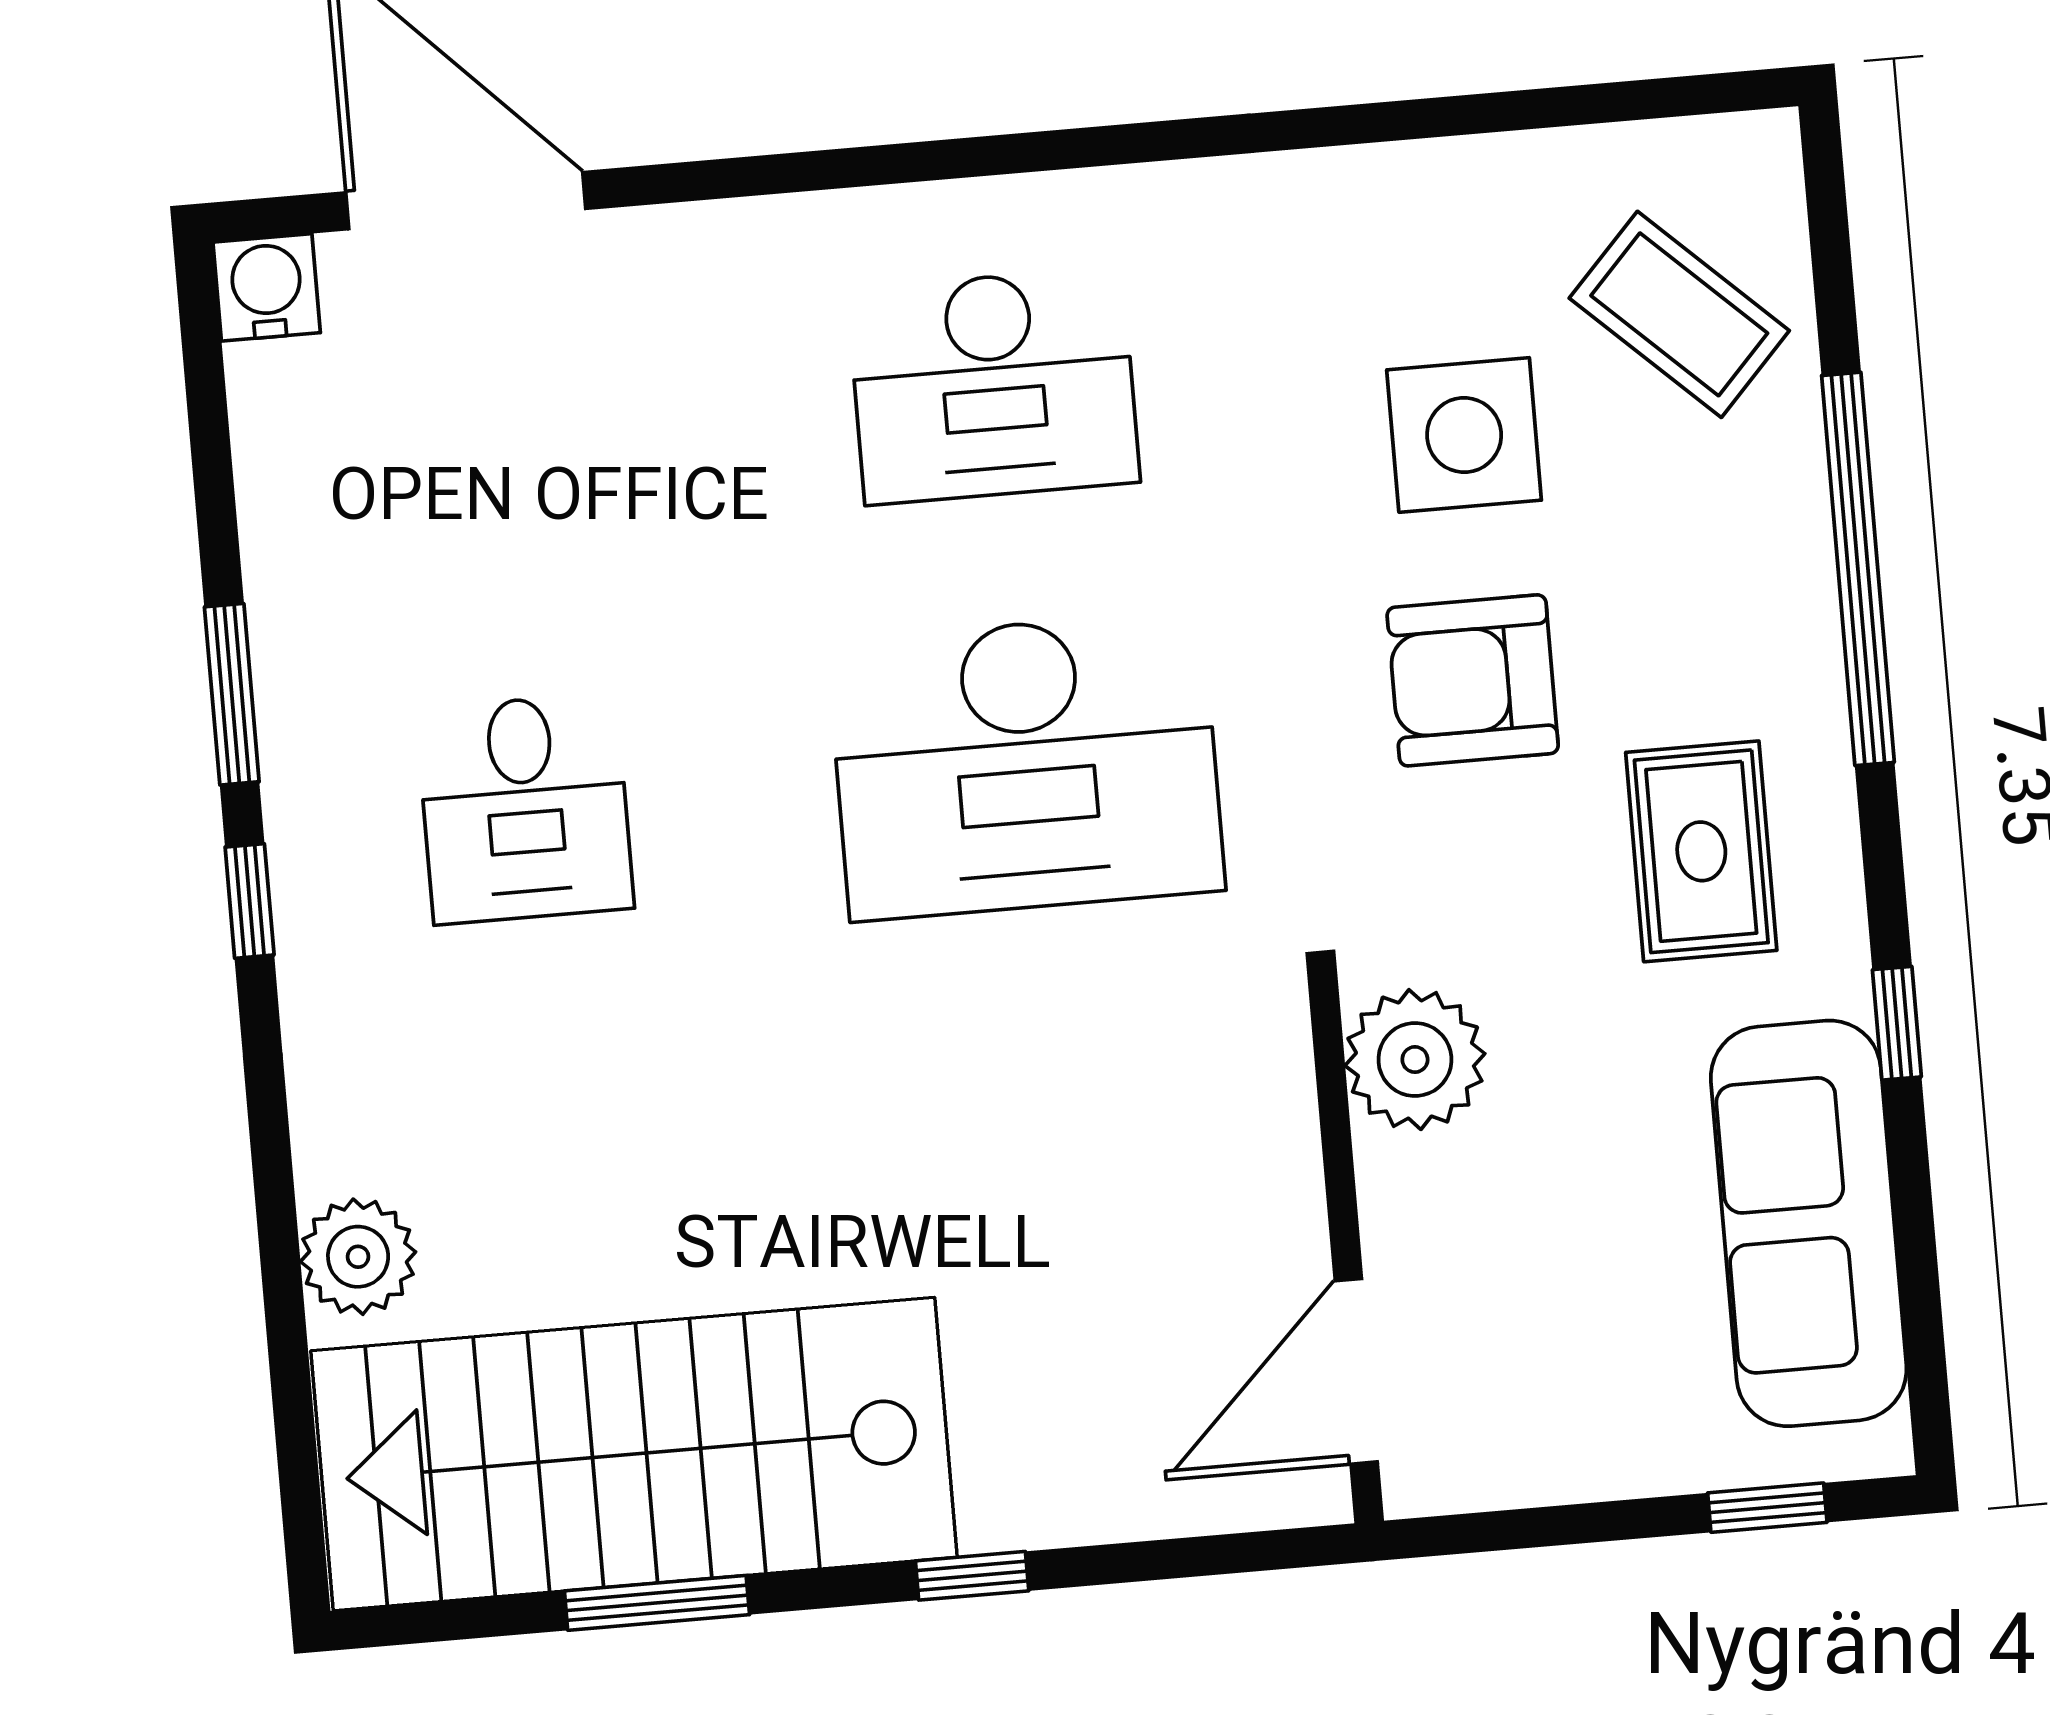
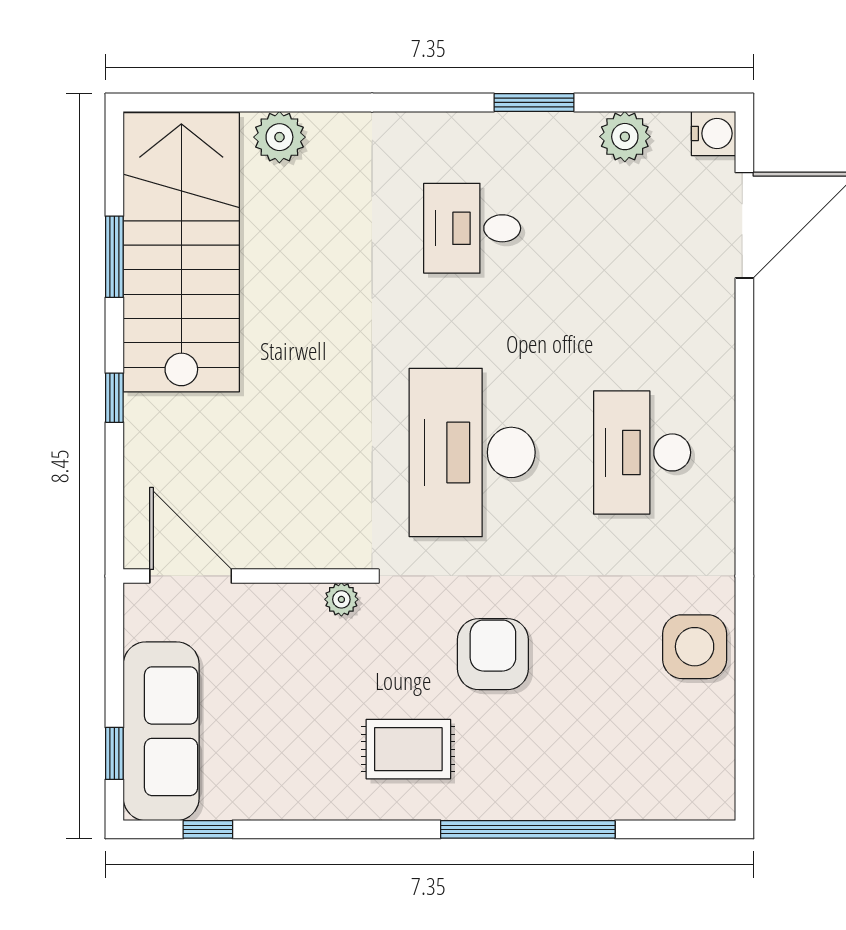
coffee table: (1679, 314) -> (648, 760), removed
side table: (1464, 435) -> (695, 647), moved
plant: (291, 485) -> (625, 137), added
window: (250, 901) -> (442, 102), removed
window: (1897, 1023) -> (208, 829), moved
plant: (1415, 1060) -> (341, 599), width x0.53, depth x0.53
sofa: (1809, 1223) -> (161, 731), moved, turned 90

